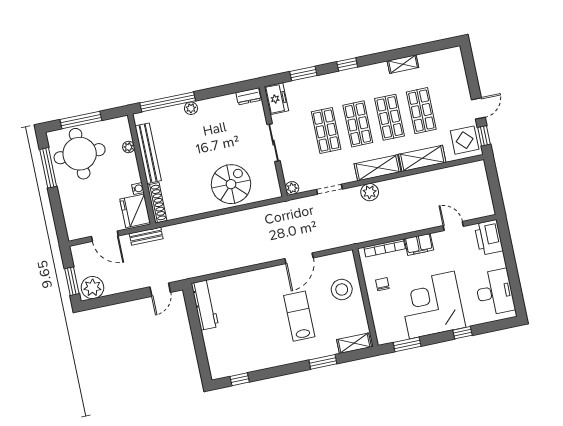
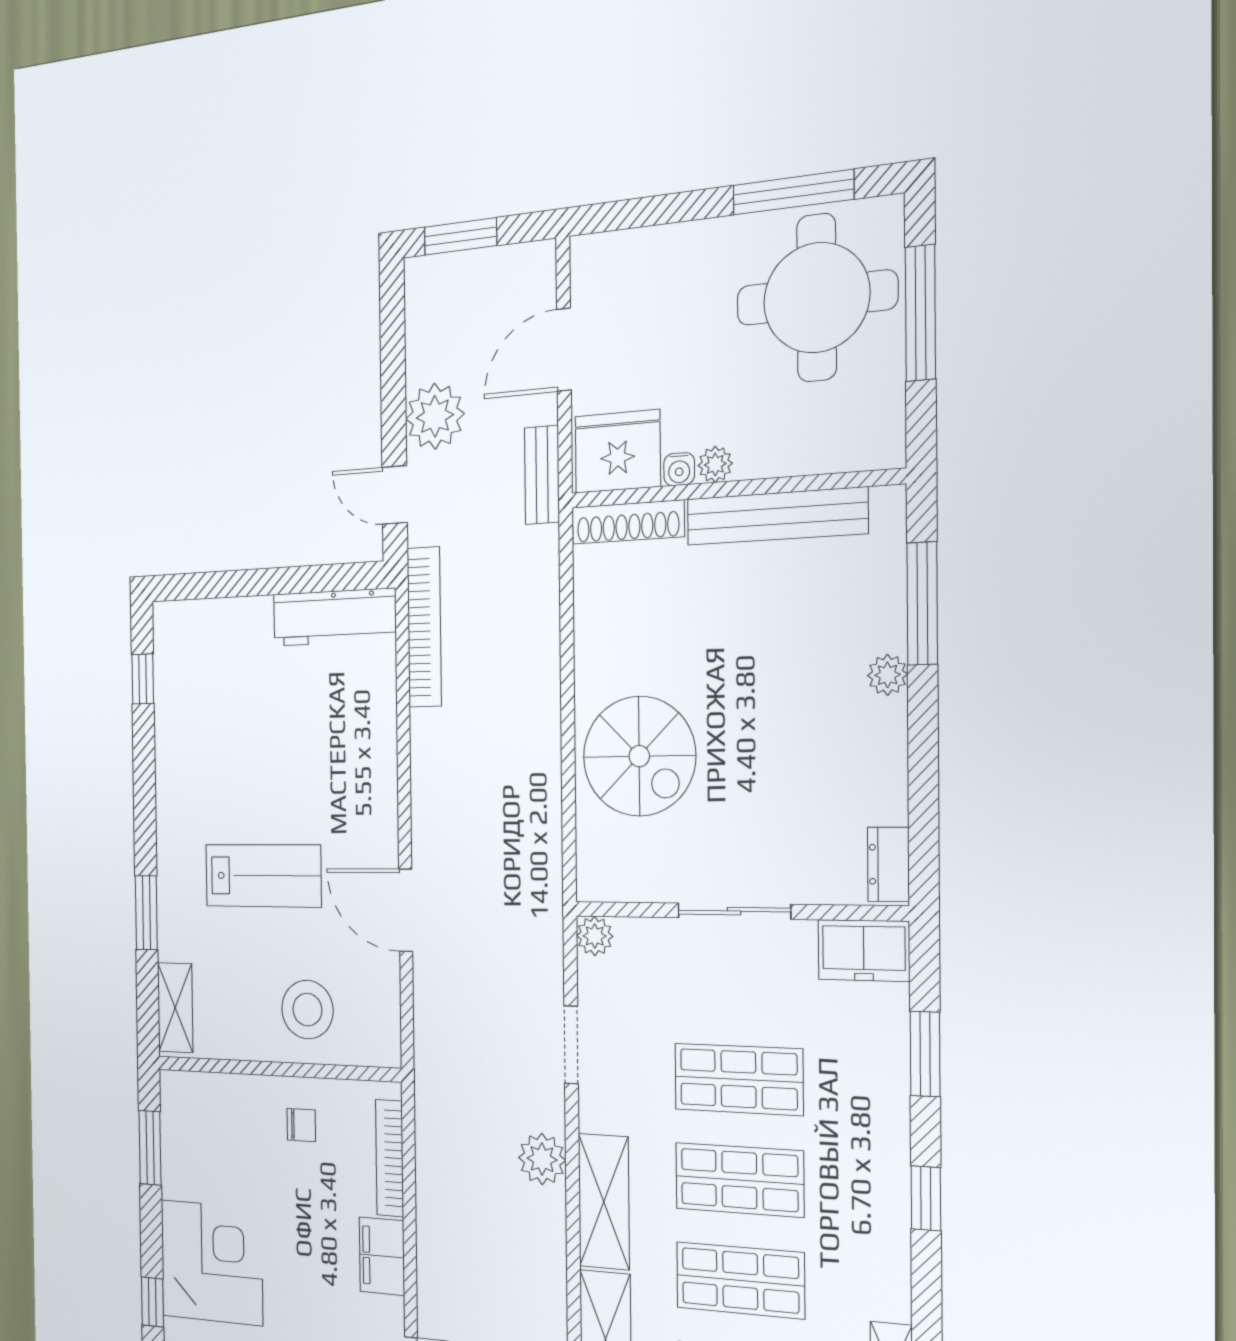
window: (168, 102) -> (922, 603), width x0.68
plant: (129, 147) -> (715, 464), moved
bookcase: (203, 270) -> (424, 627), added
plant: (92, 288) -> (435, 416), moved
corner desk: (432, 305) -> (212, 1262), width x0.74, depth x0.74

